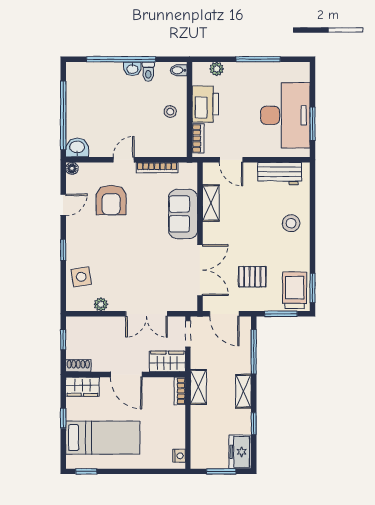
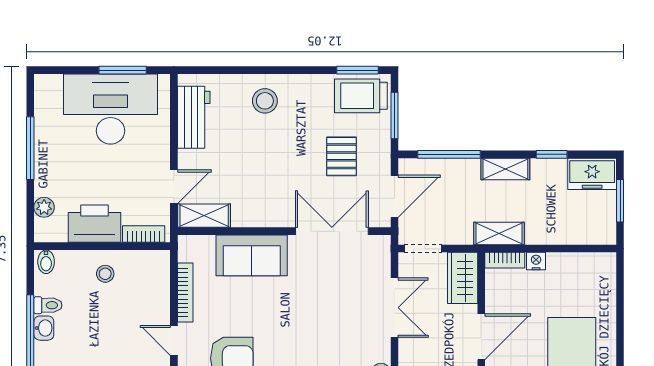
shelving: (211, 203) -> (204, 216), moved
nightstand: (179, 456) -> (536, 261), moved

